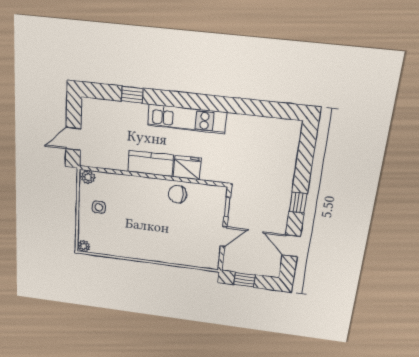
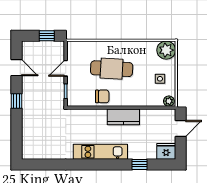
fridge: (187, 168) -> (166, 151), moved, turned 180
cafe table: (162, 228) -> (112, 69), added
plant: (84, 246) -> (166, 50), width x1.87, depth x1.87

